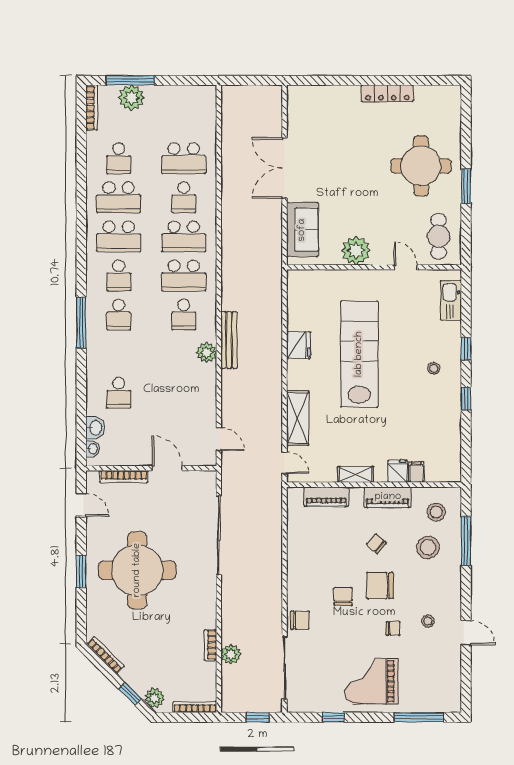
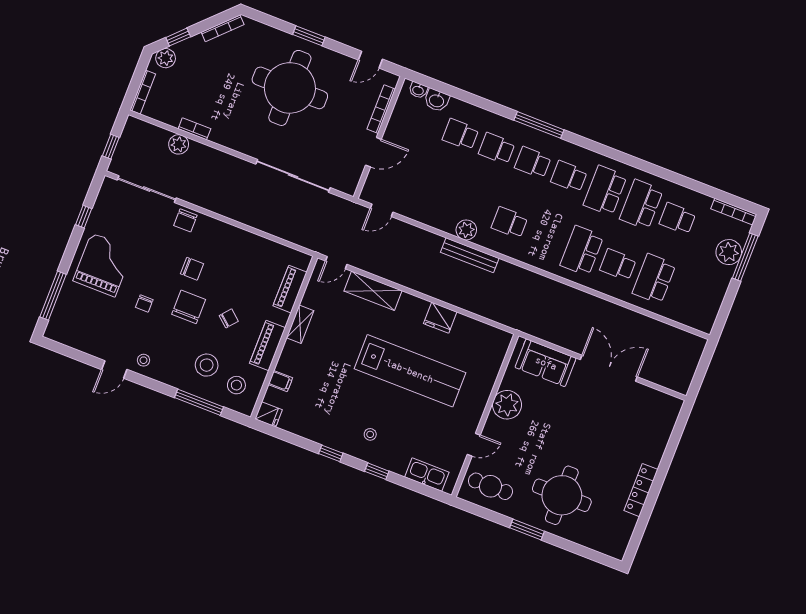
school desk: (184, 275) -> (497, 148), moved, width x0.54
fridge: (398, 471) -> (269, 414), moved
stool: (428, 621) -> (144, 360), moved

